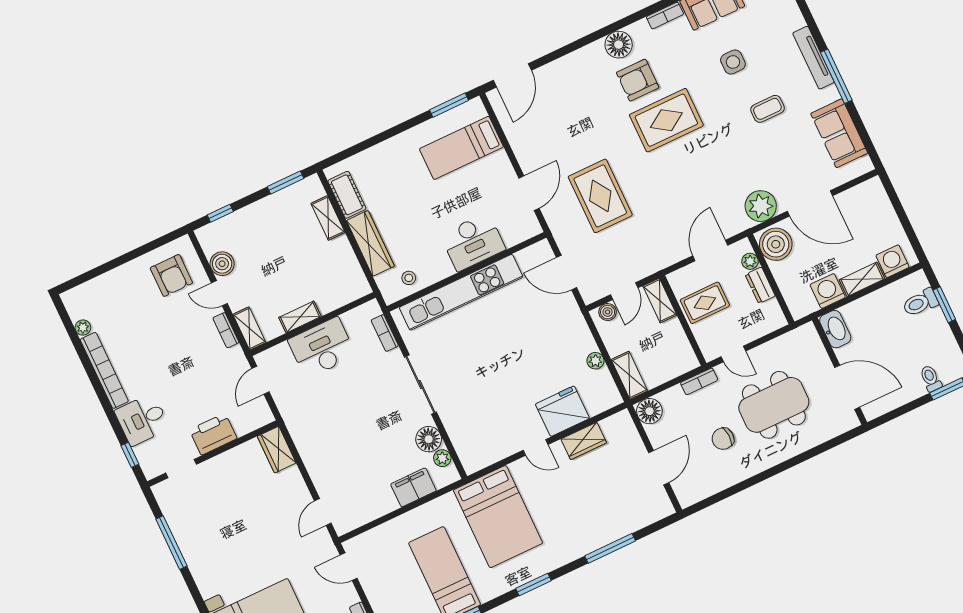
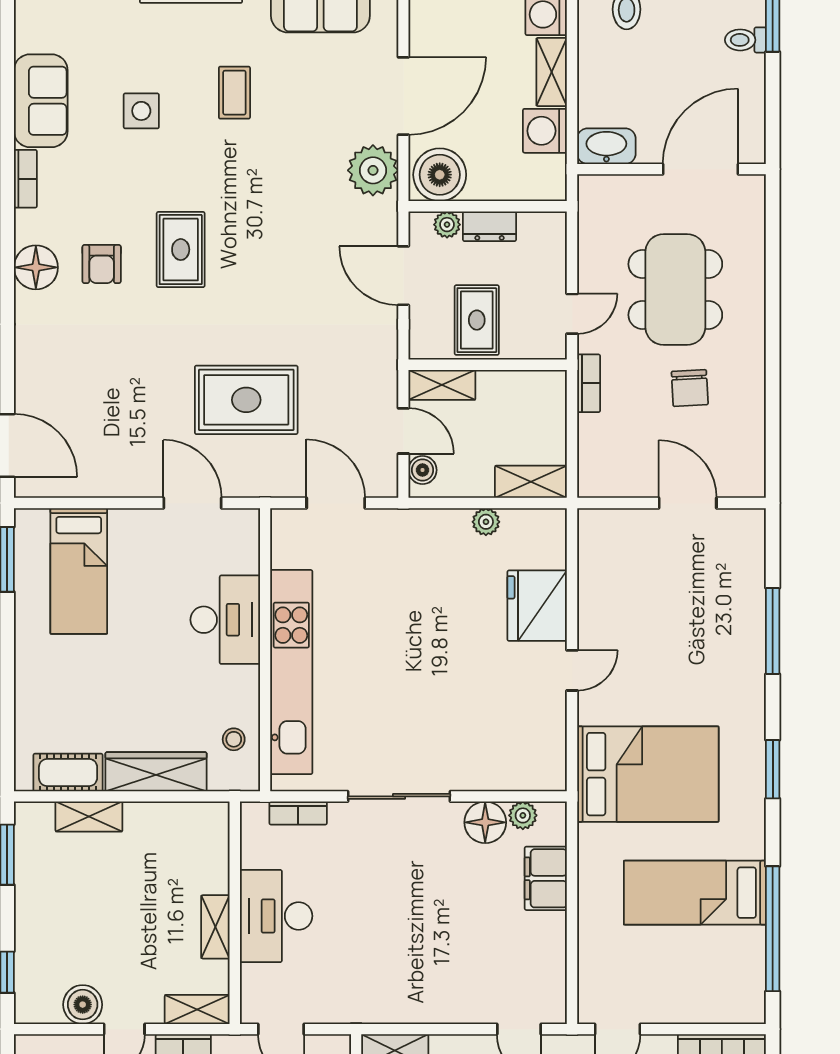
armchair: (638, 80) -> (102, 264), width x0.72, depth x0.72
rug: (666, 120) -> (181, 250), width x0.73, depth x0.70
door: (566, 273) -> (336, 503), swing flipped
floor lamp: (649, 411) -> (598, 477), removed
wardrobe: (584, 441) -> (596, 595), removed

